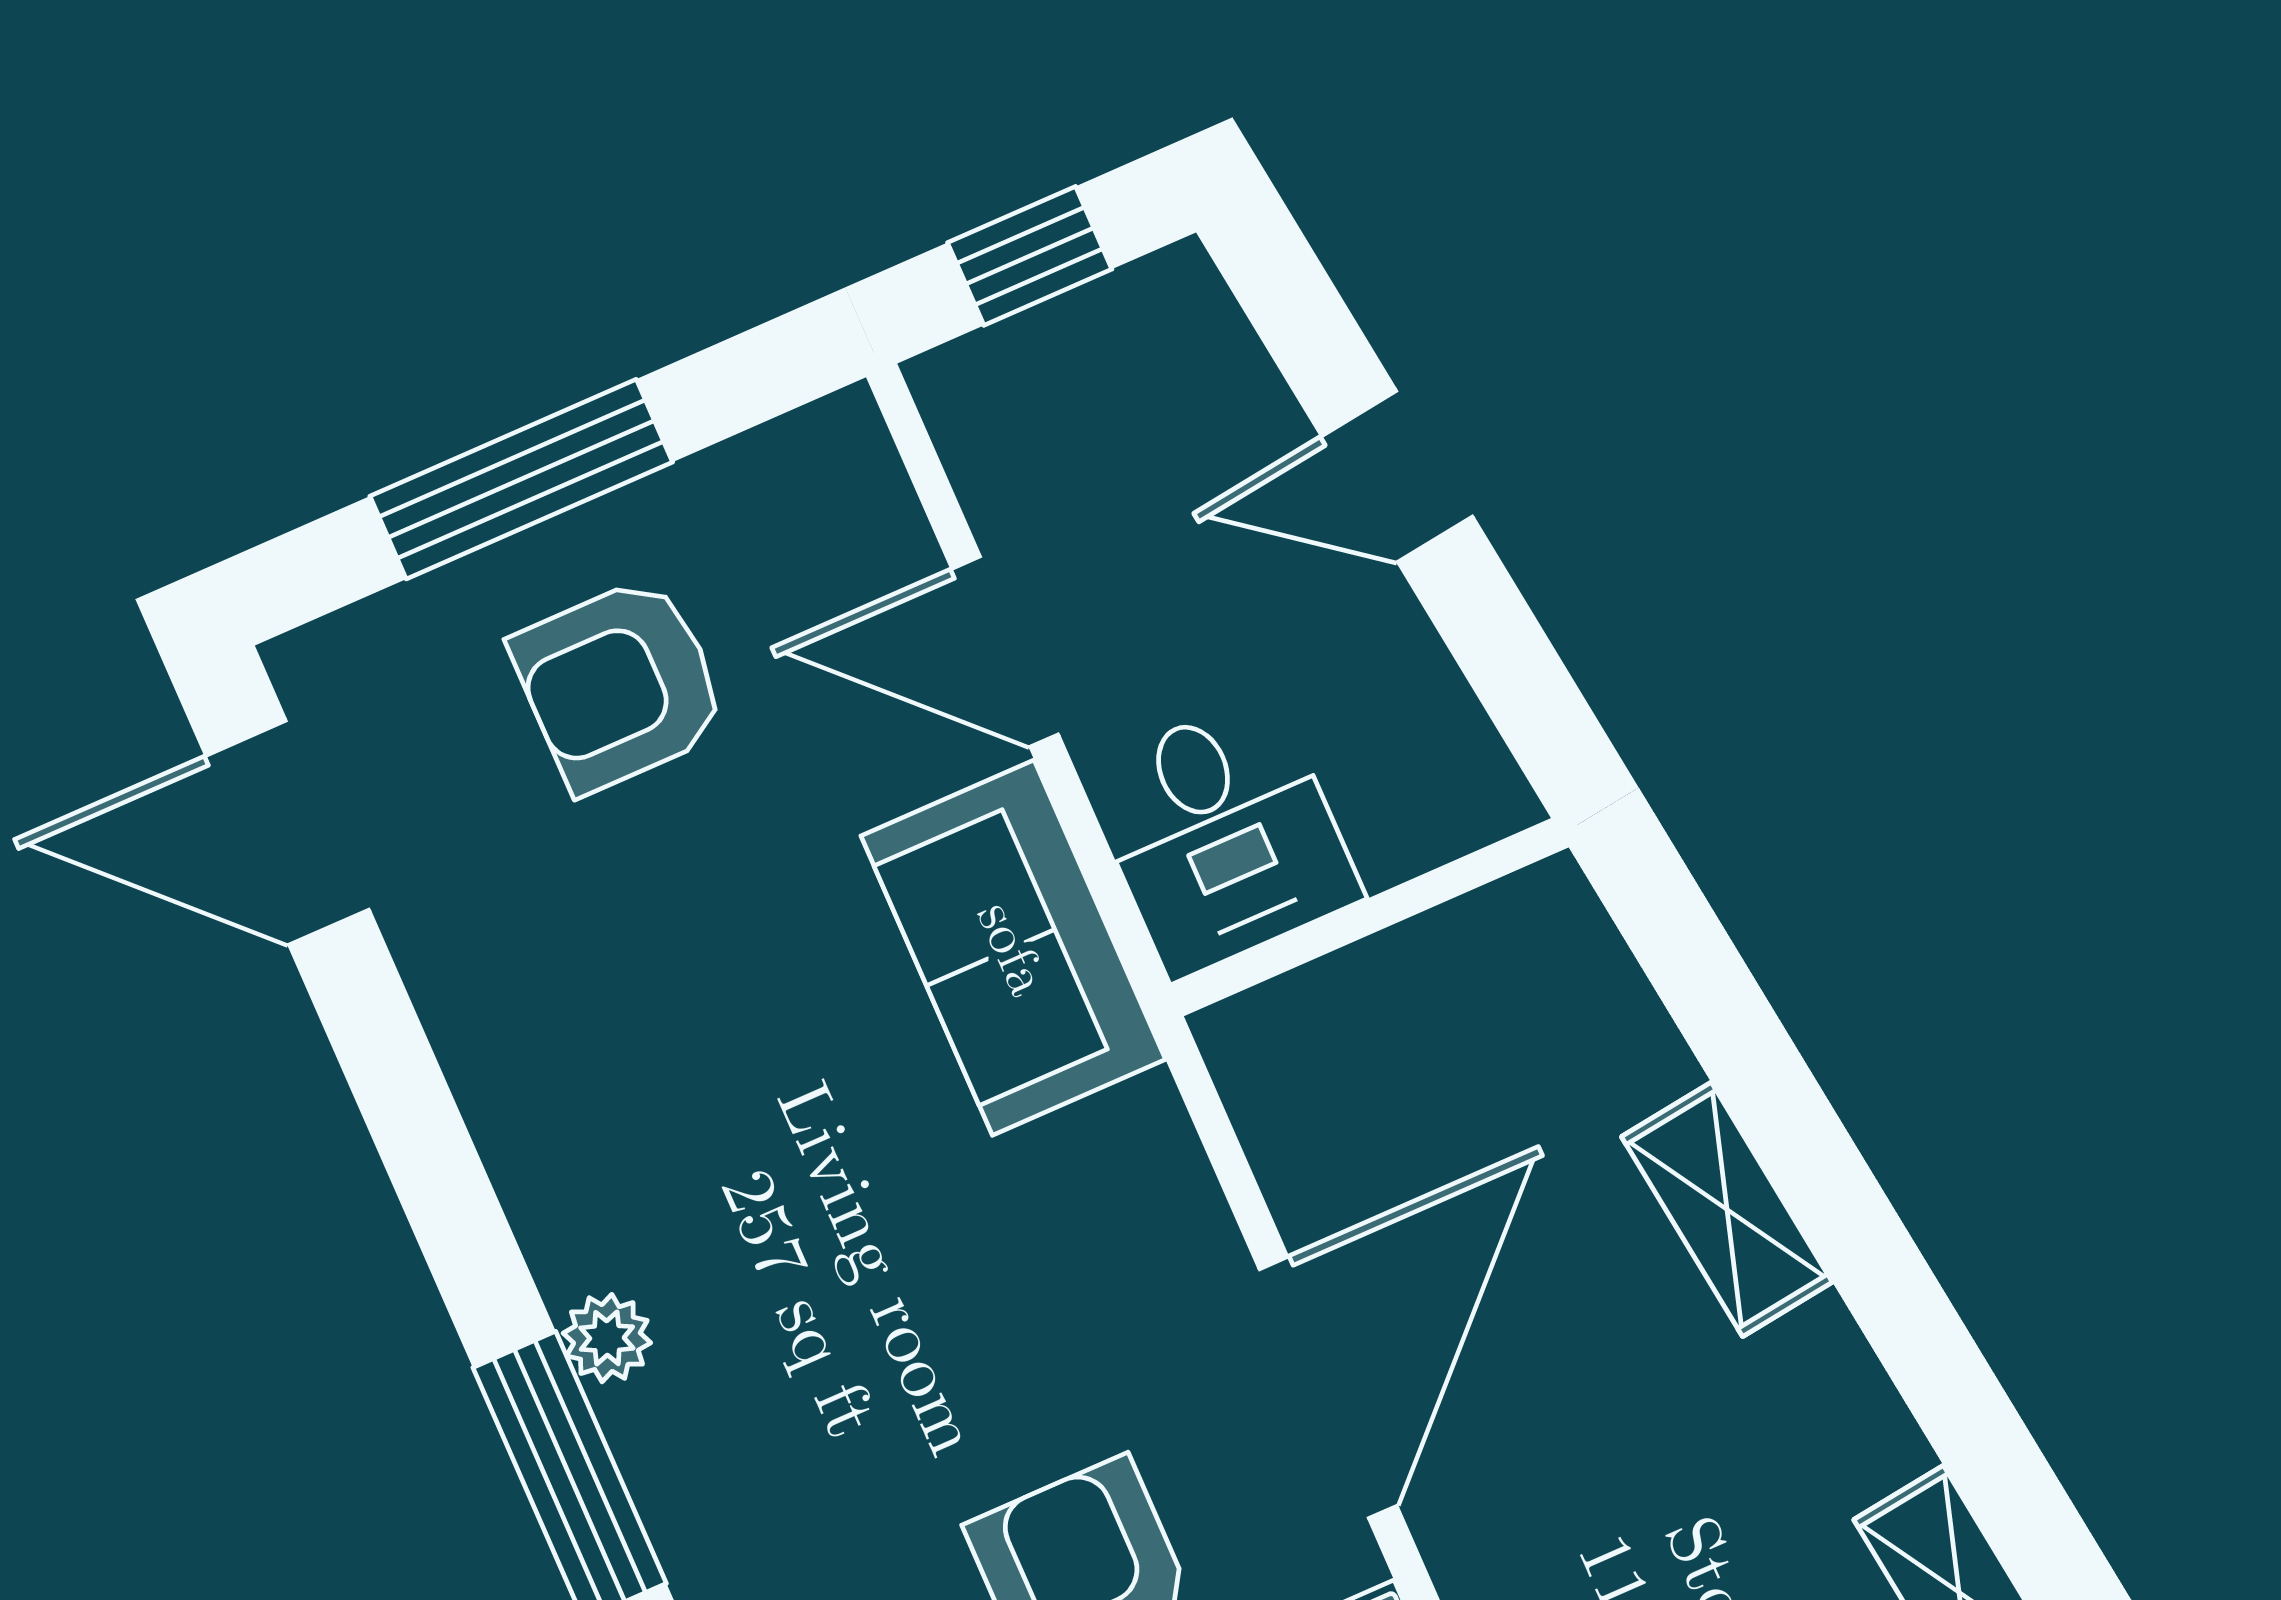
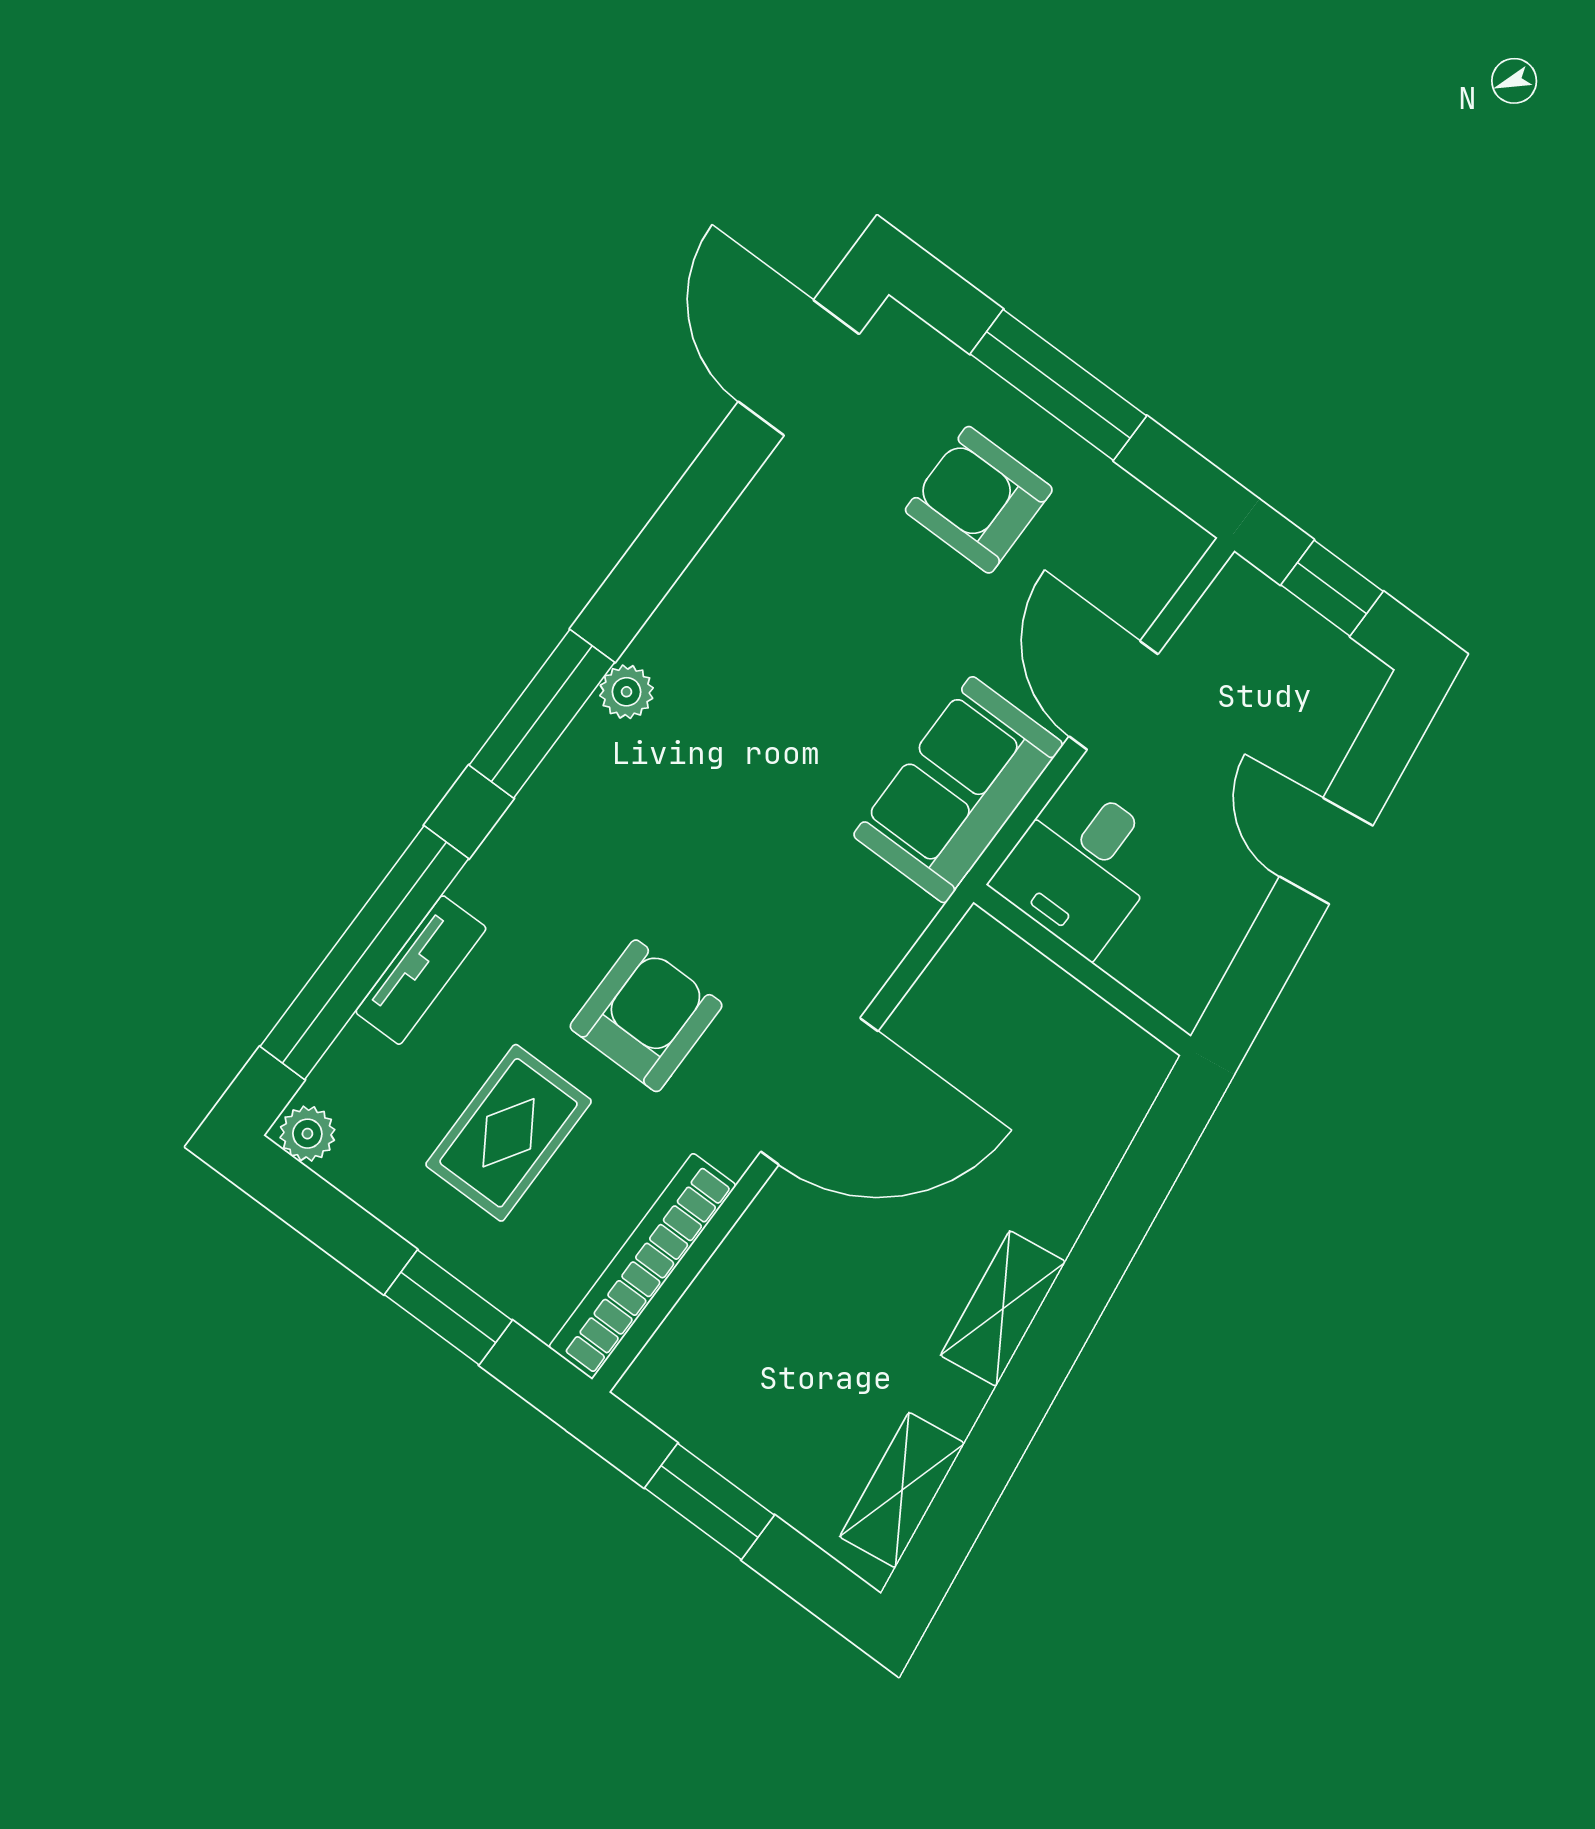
shelving: (1727, 1209) -> (1003, 1309), moved

